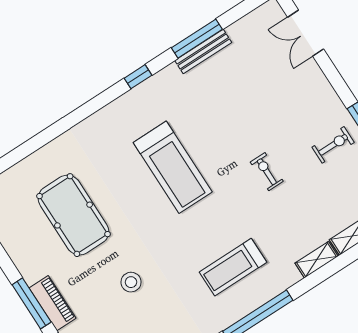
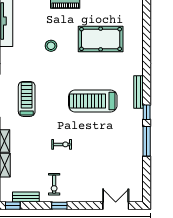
window: (197, 39) -> (147, 141), moved
bench: (203, 52) -> (139, 92), moved

